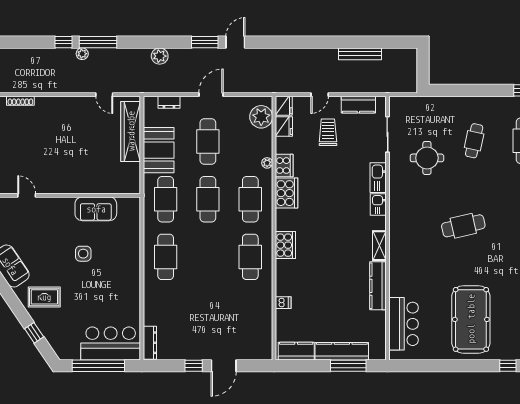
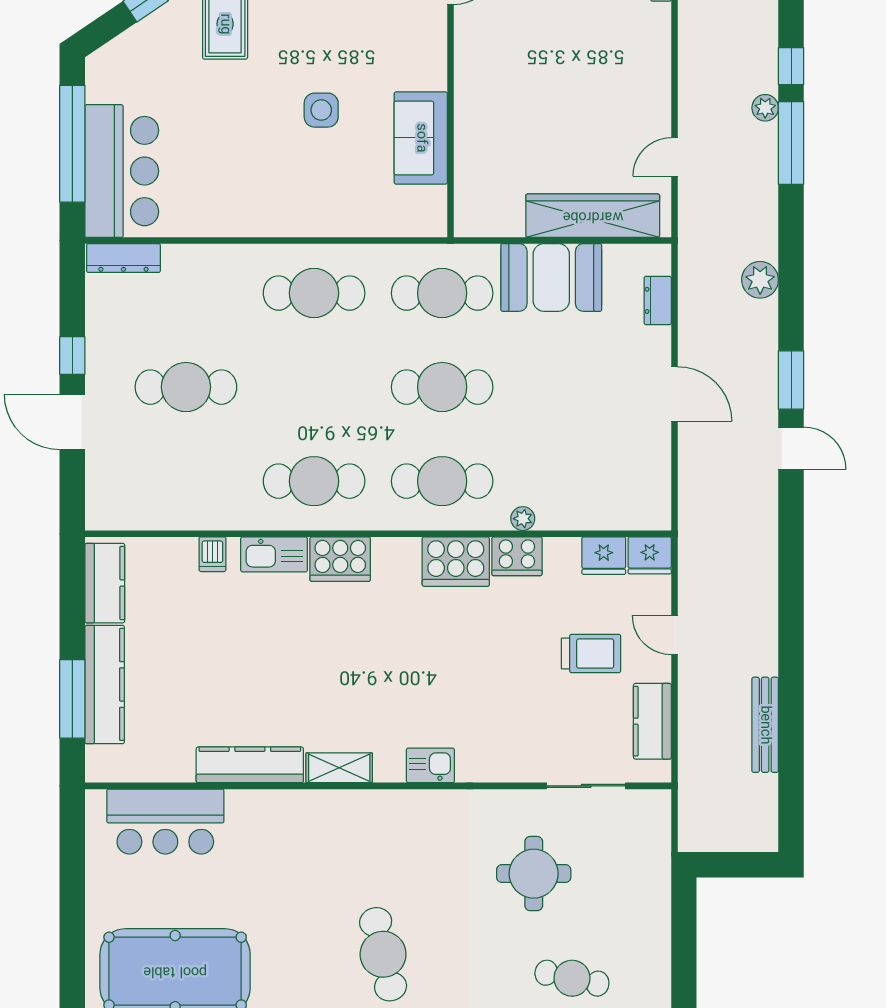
plant: (261, 117) -> (625, 505), removed
cafe table: (208, 142) -> (186, 387), moved
kitchen sink: (378, 178) -> (274, 554), moved, turned 180

